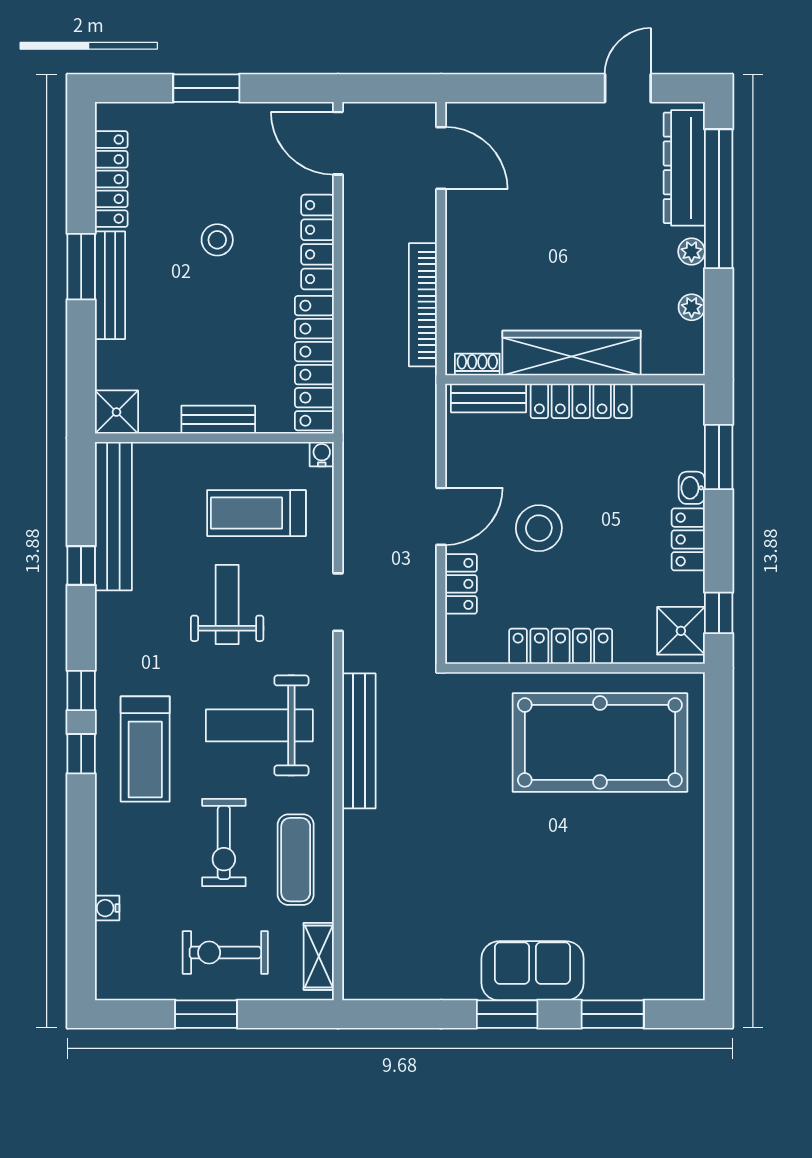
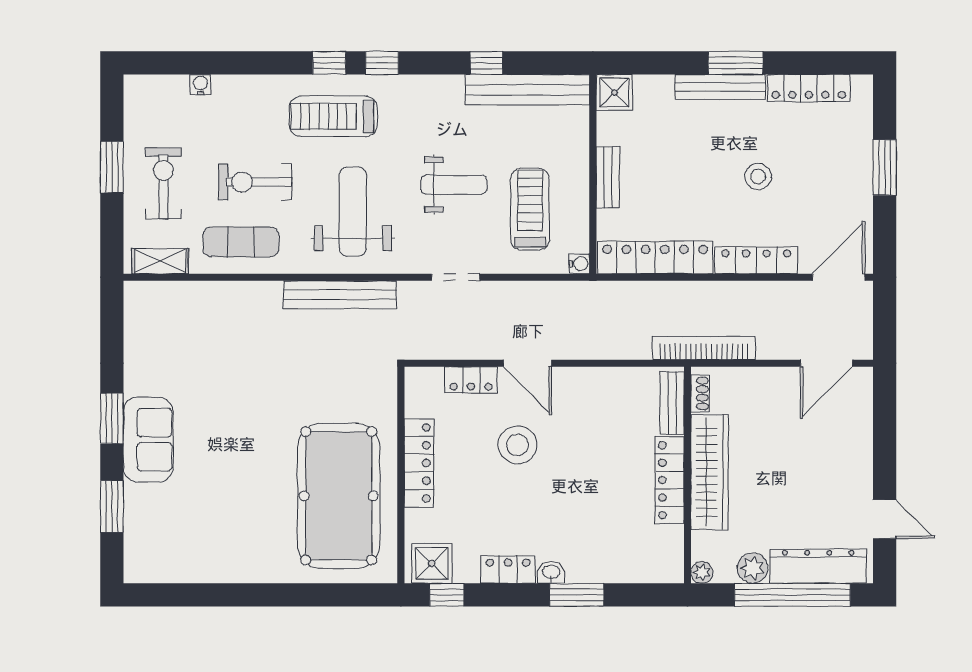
plant: (692, 252) -> (752, 568), width x1.38, depth x1.38
wardrobe: (572, 353) -> (710, 472), moved
shoe rack: (477, 364) -> (700, 393), moved
wall: (575, 379) -> (687, 475), moved
bench: (489, 398) -> (672, 403), moved
locker: (581, 401) -> (670, 480), moved

